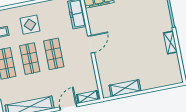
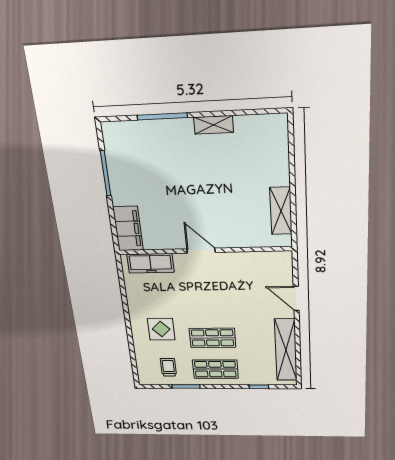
shop shelf: (54, 54) -> (209, 305), removed
shelving: (88, 97) -> (285, 269), removed

